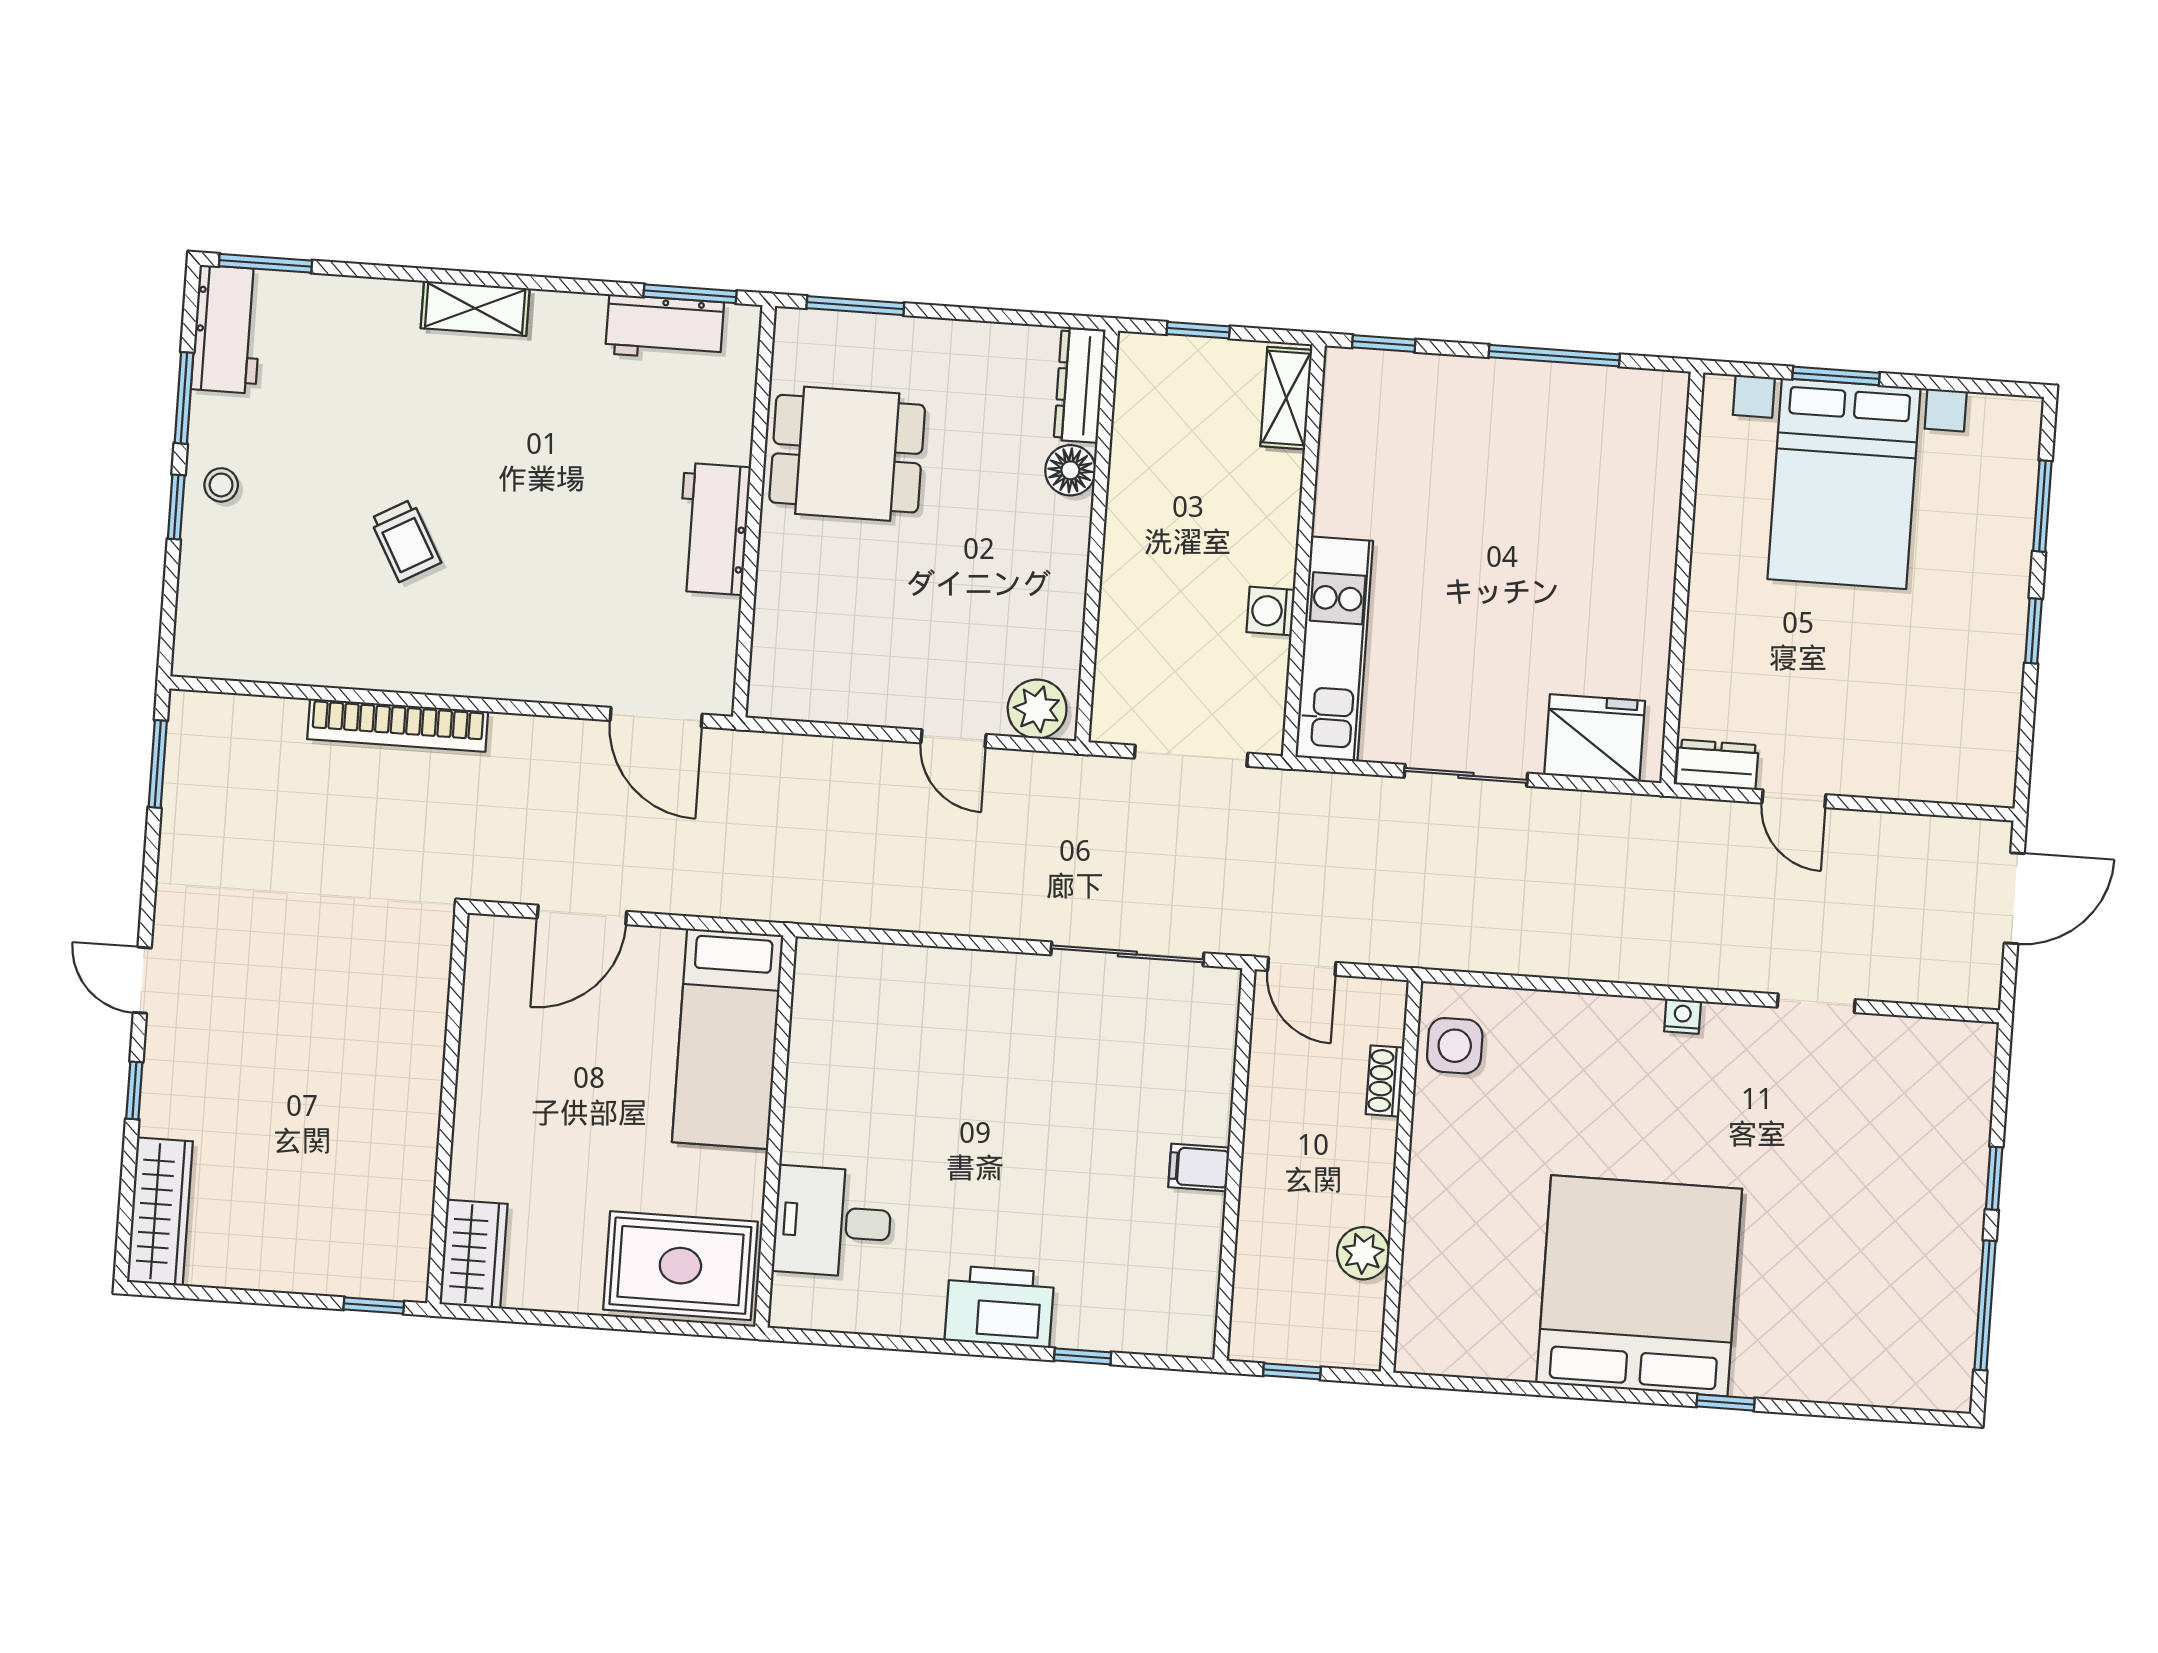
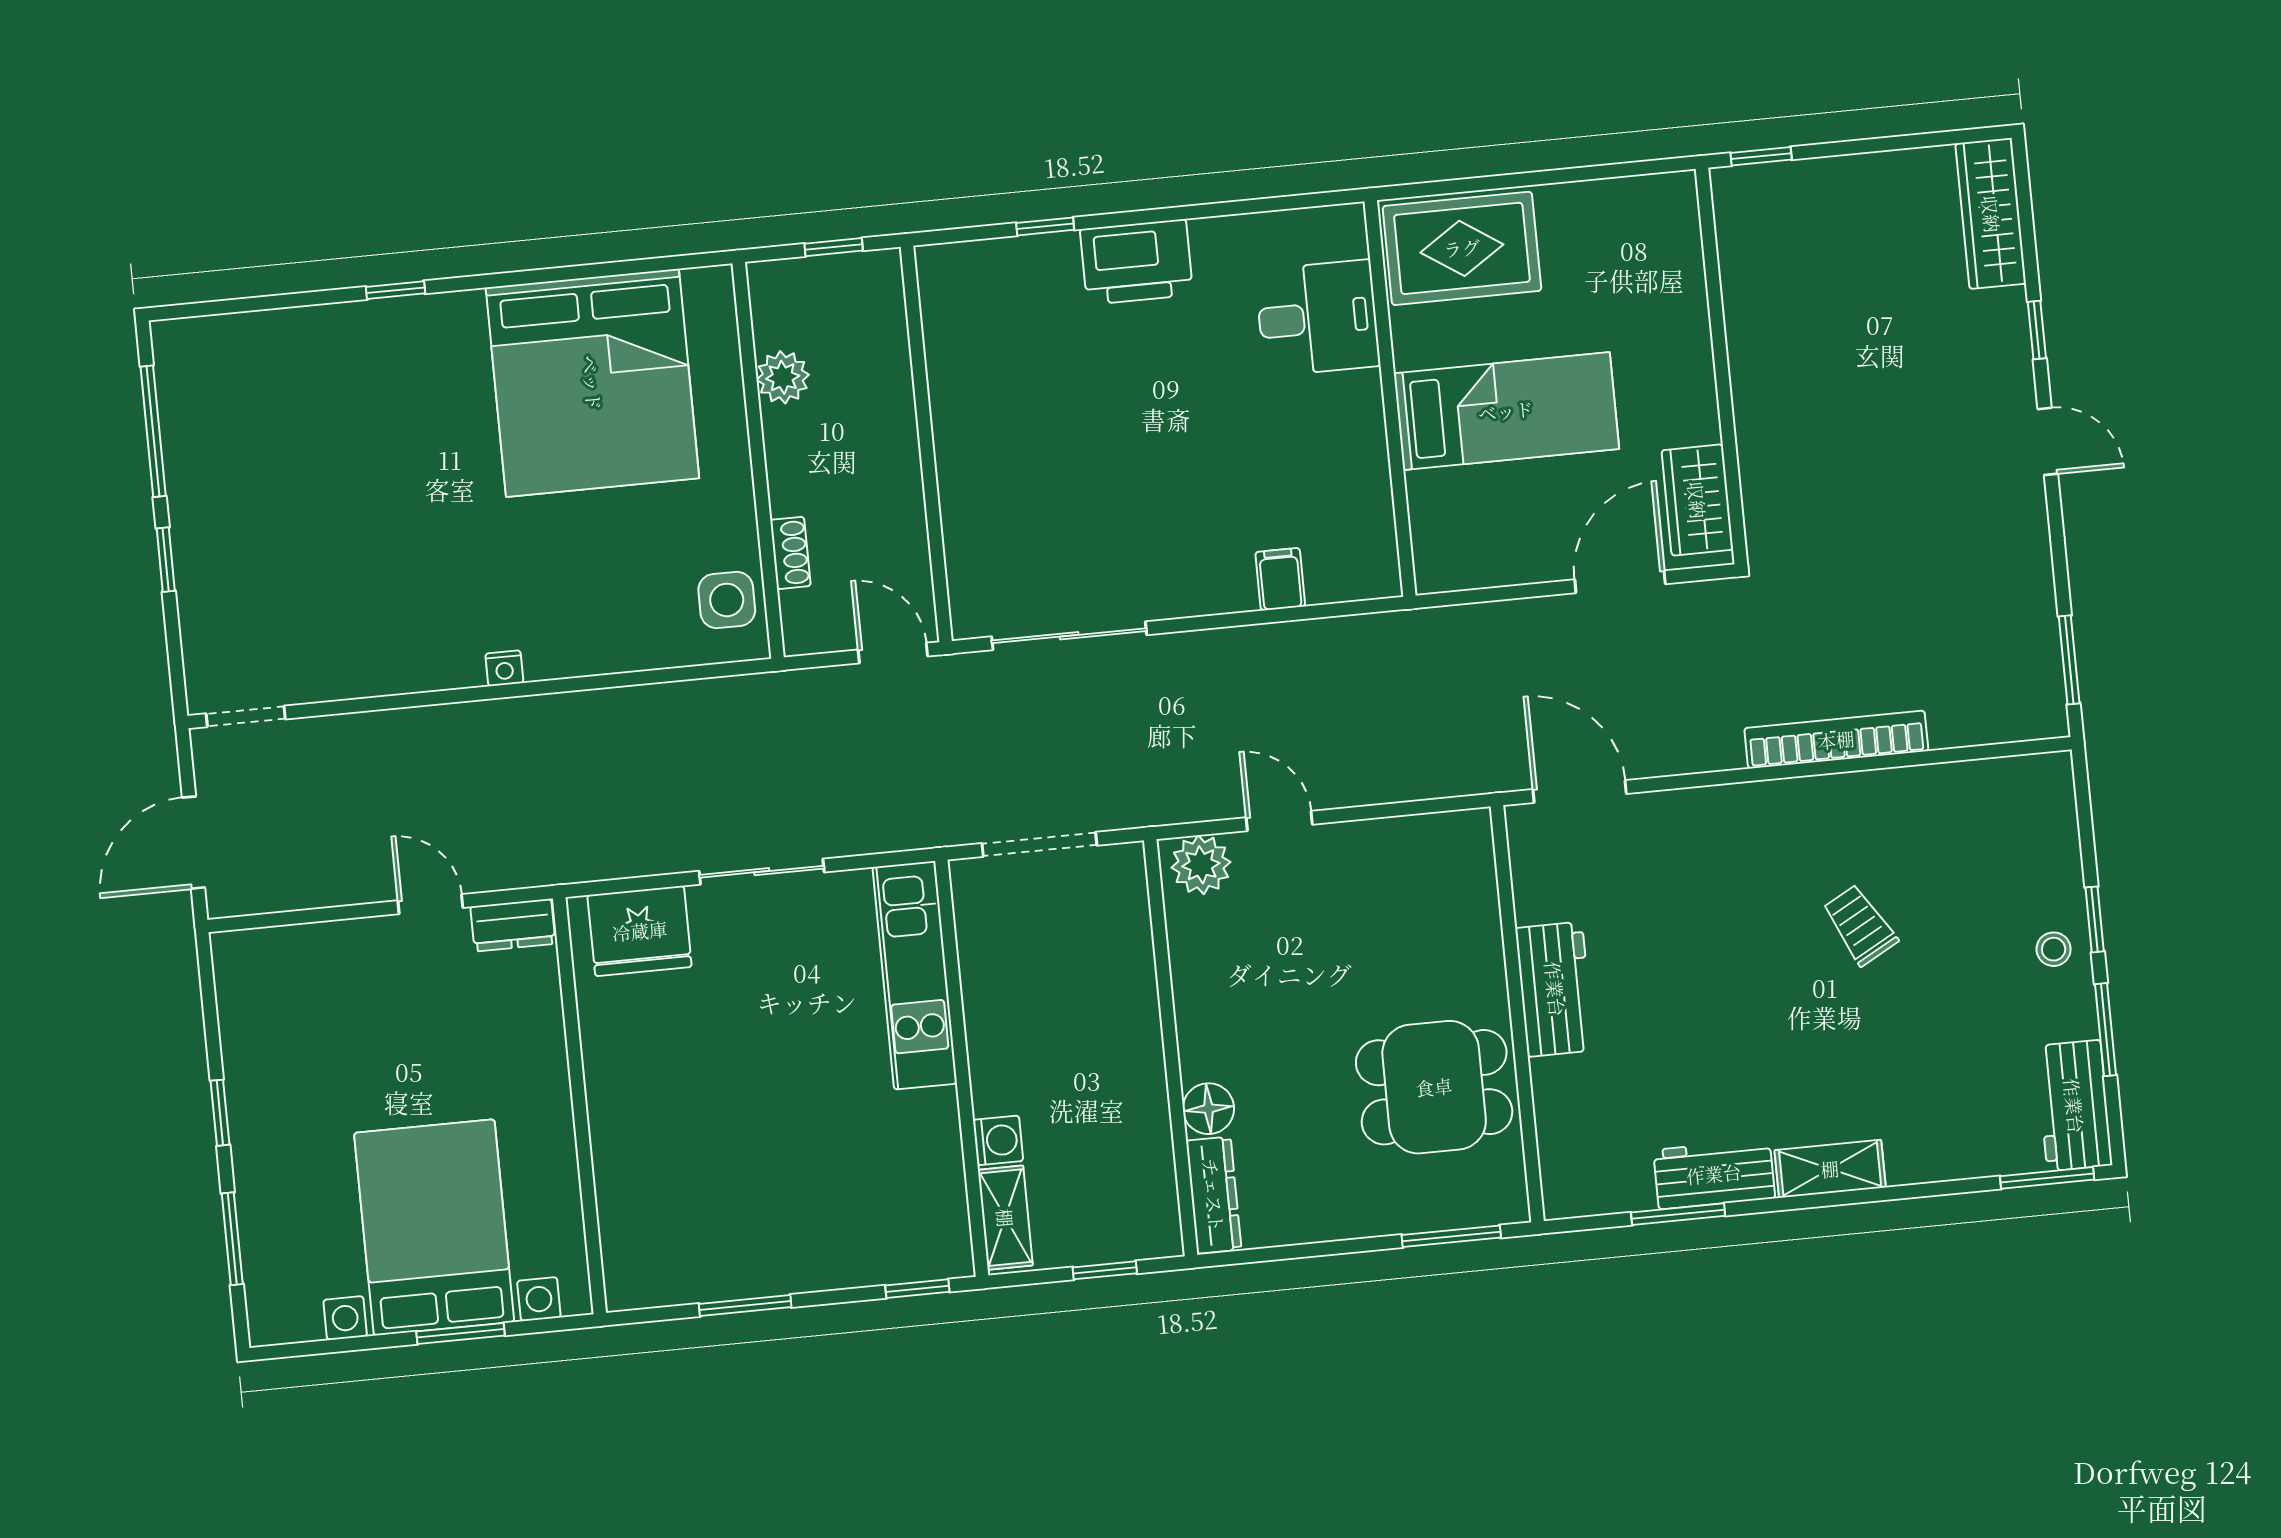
window: (690, 294) -> (1678, 1214), moved
workbench: (665, 328) -> (1714, 1174), moved
window: (1554, 356) -> (745, 1306), width x0.69
washing machine: (1271, 611) -> (998, 1140), moved
doorway: (1816, 1003) -> (246, 716), moved
bed: (728, 1039) -> (1506, 411), moved, turned 90
filing cabinet: (1199, 1167) -> (1280, 579), moved, turned -90
wardrobe: (474, 1254) -> (1697, 500), moved
bed: (1639, 1286) -> (592, 383), moved

